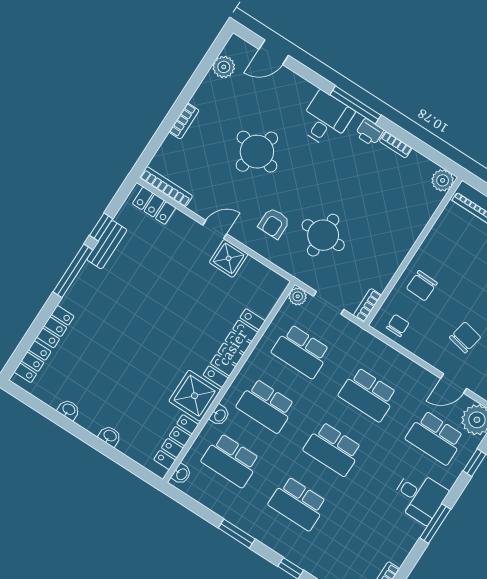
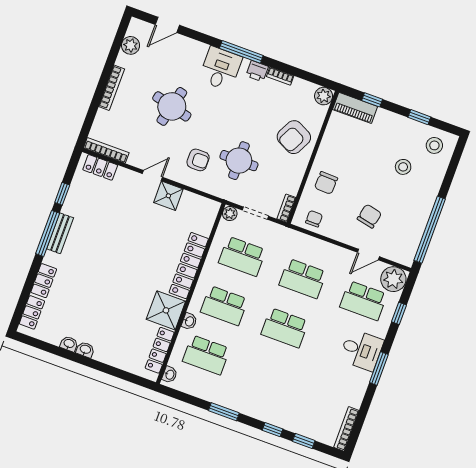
bookcase: (184, 121) -> (112, 88), width x1.56
armchair: (396, 222) -> (294, 137), added
armchair: (274, 223) -> (198, 160), turned -90
bench: (107, 245) -> (60, 233), moved
washbasin: (110, 436) -> (85, 350), moved
school desk: (298, 503) -> (267, 377), removed

